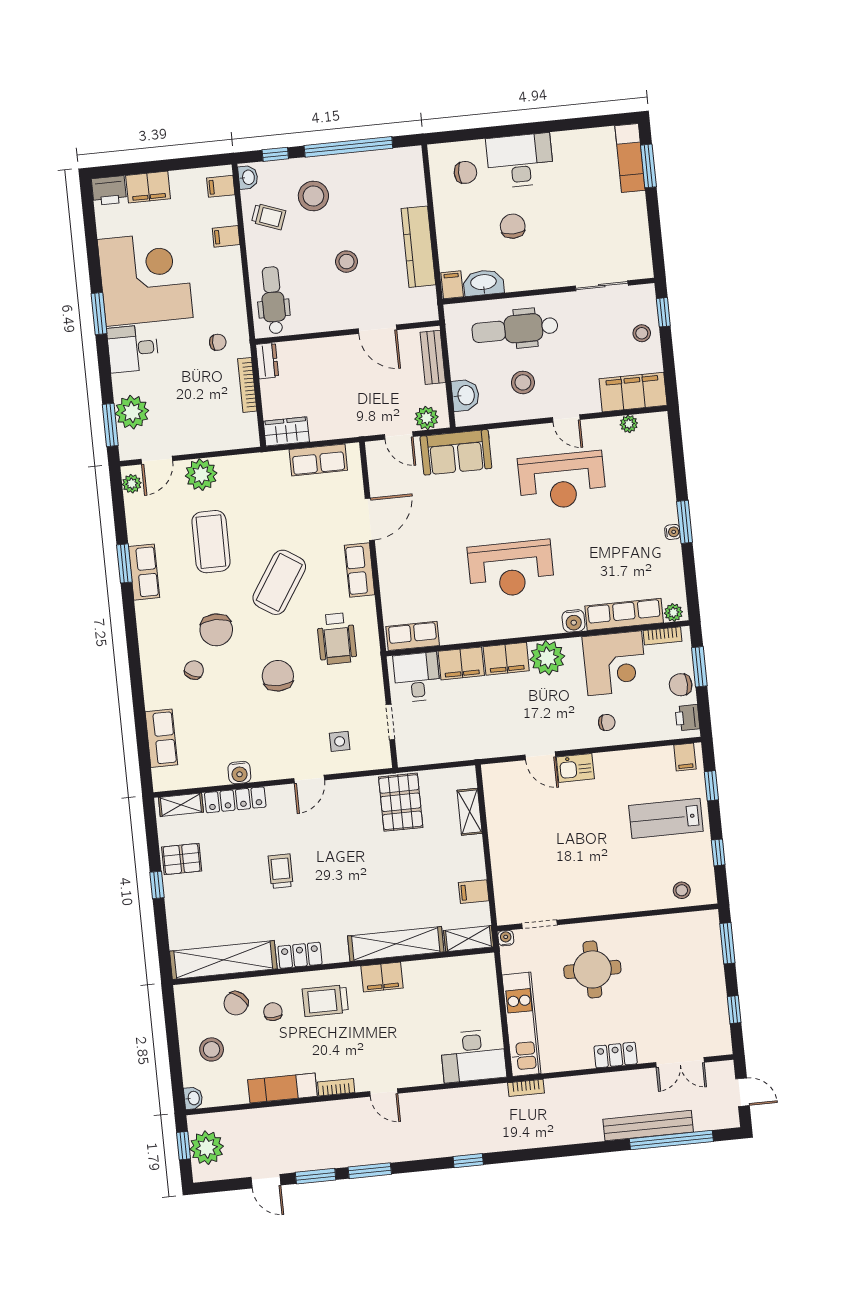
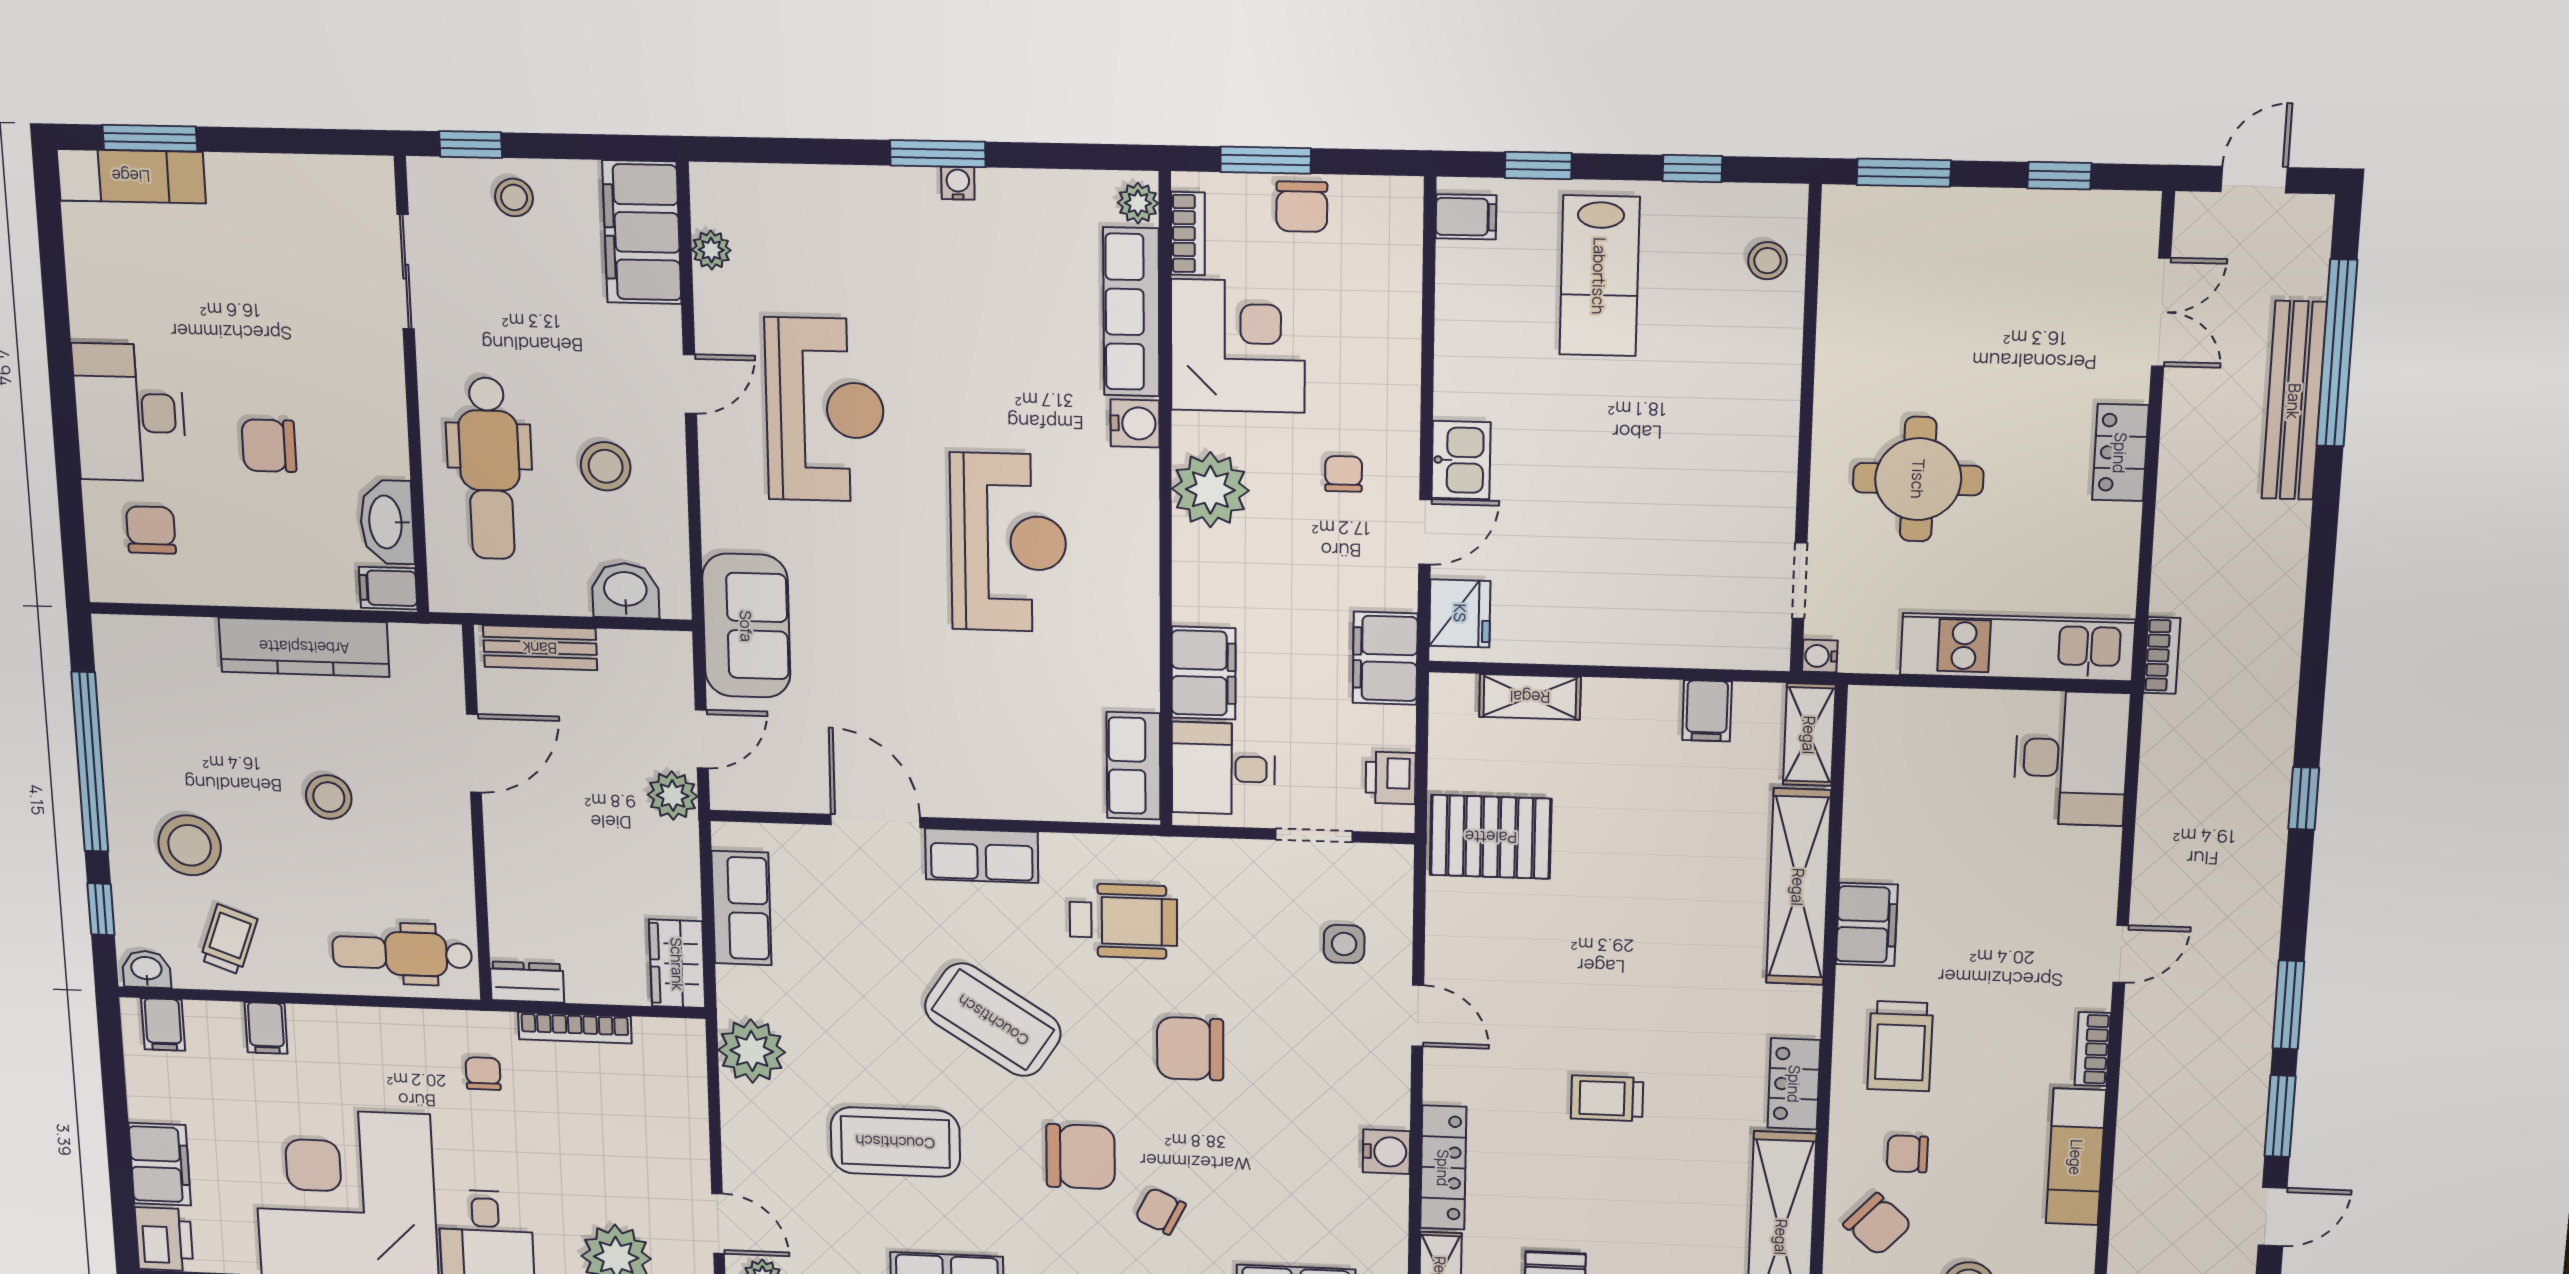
plant: (427, 418) -> (673, 796), moved
plant: (201, 475) -> (752, 1051), moved
filing cabinet: (506, 659) -> (1385, 658), moved, turned 180
printer: (687, 718) -> (1391, 778), moved, turned 90
chair: (607, 722) -> (1344, 474), moved
fridge: (505, 776) -> (1460, 613), added

